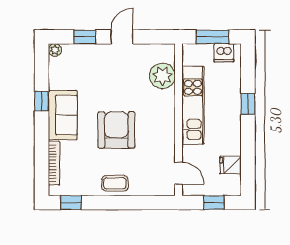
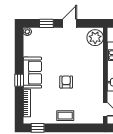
plant: (162, 76) -> (95, 38), moved
window: (42, 101) -> (19, 80), moved
armchair: (116, 130) -> (66, 82), width x0.53, depth x0.53

